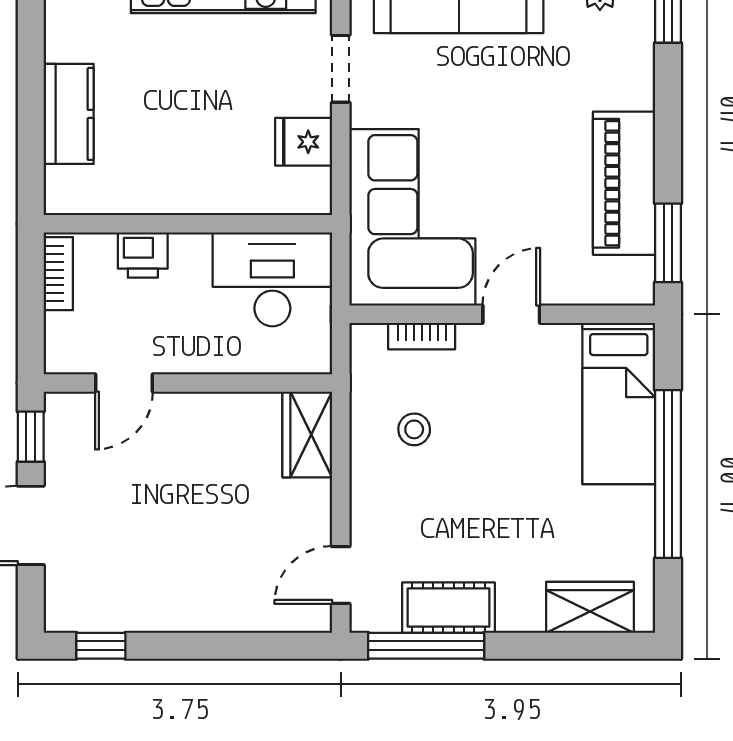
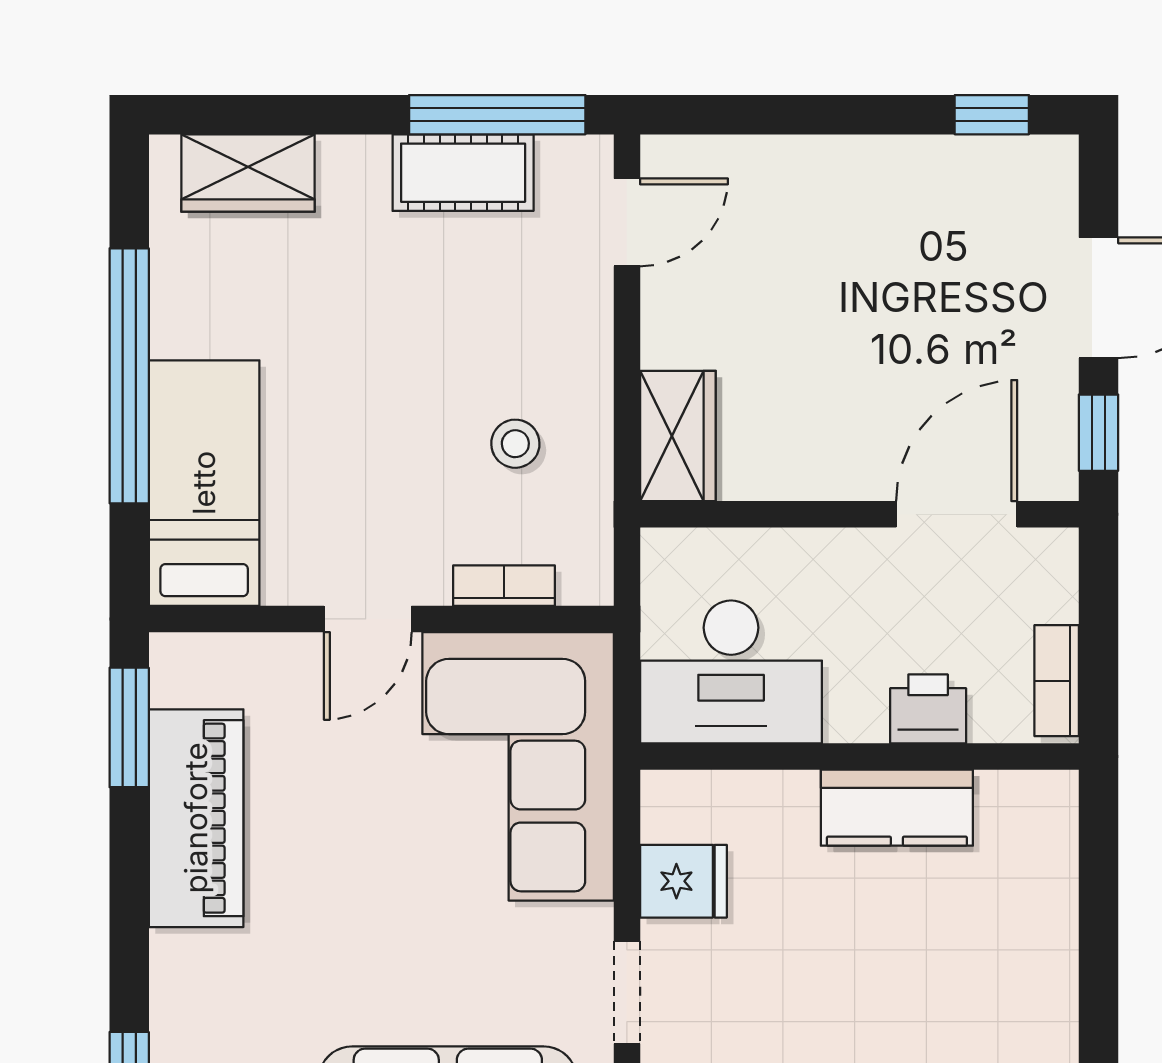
kitchen counter: (69, 114) -> (897, 808), moved, turned -90
door: (124, 383) -> (957, 514), width x1.38

